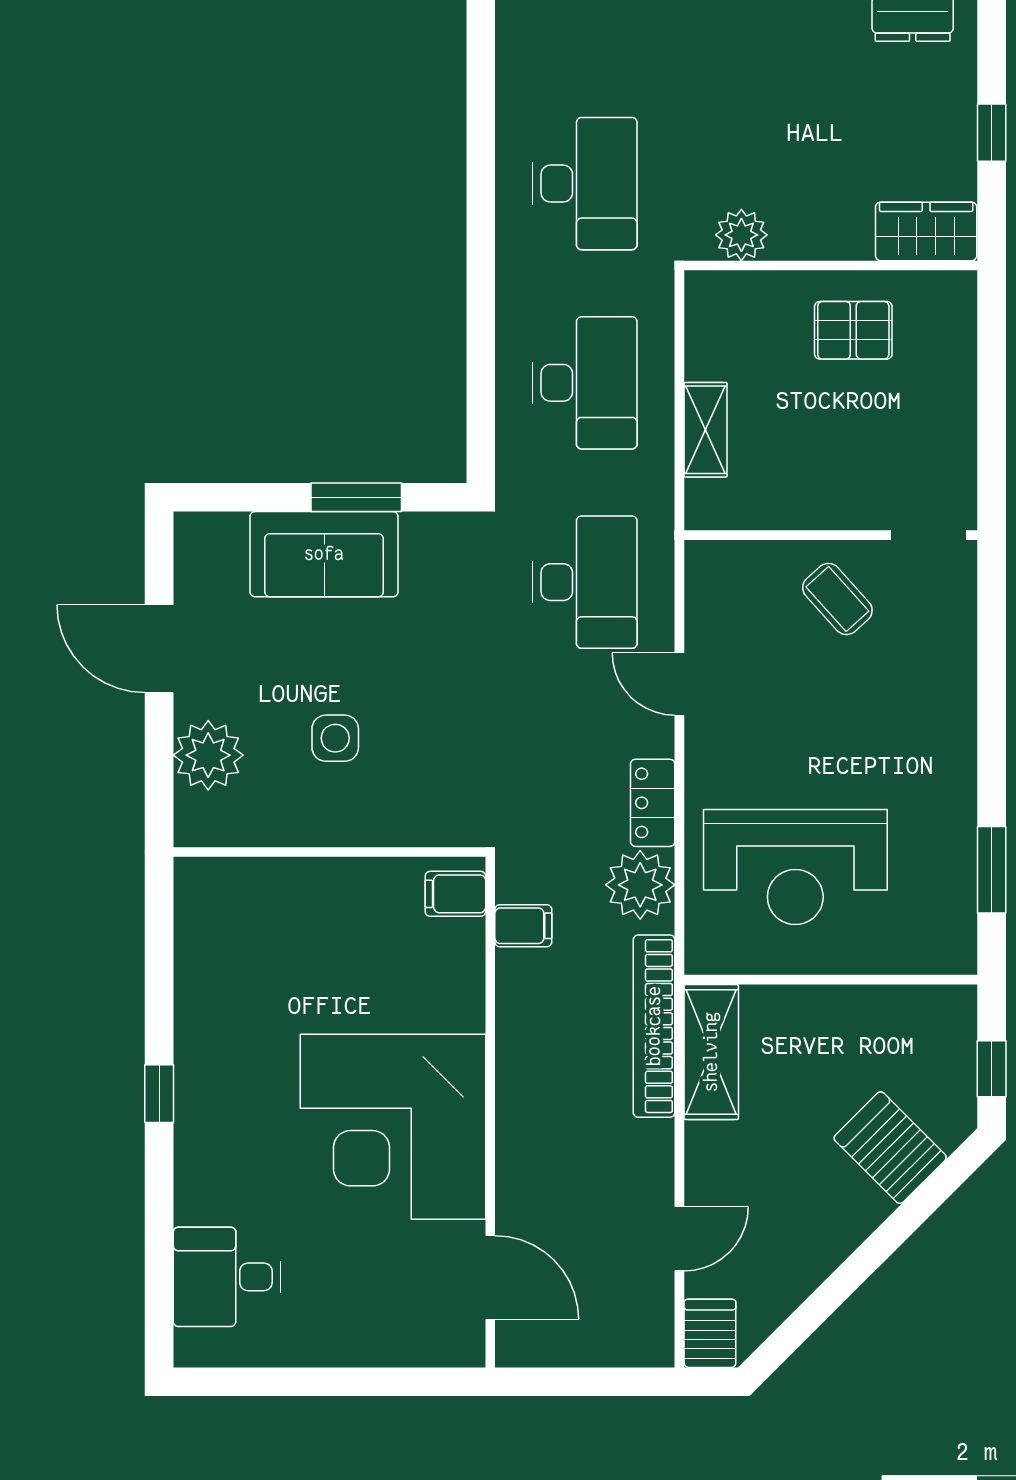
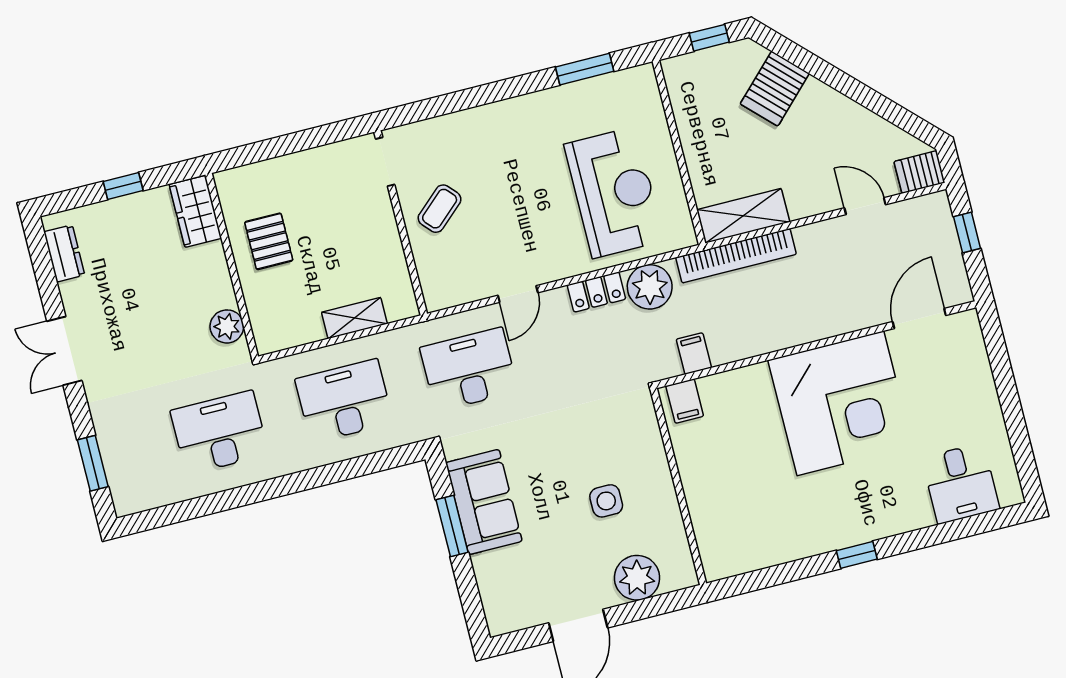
sofa: (324, 554) -> (484, 502), moved
window: (601, 1382) -> (967, 232), added

